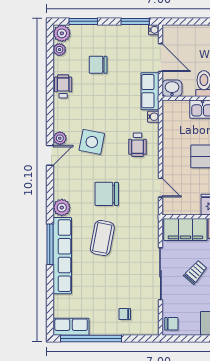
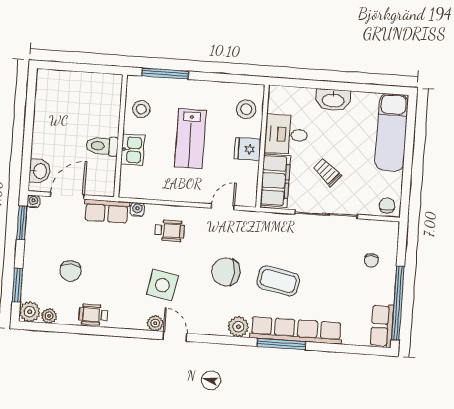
washbasin: (172, 88) -> (40, 171), moved, turned 180
chair: (107, 194) -> (226, 272), turned 90

